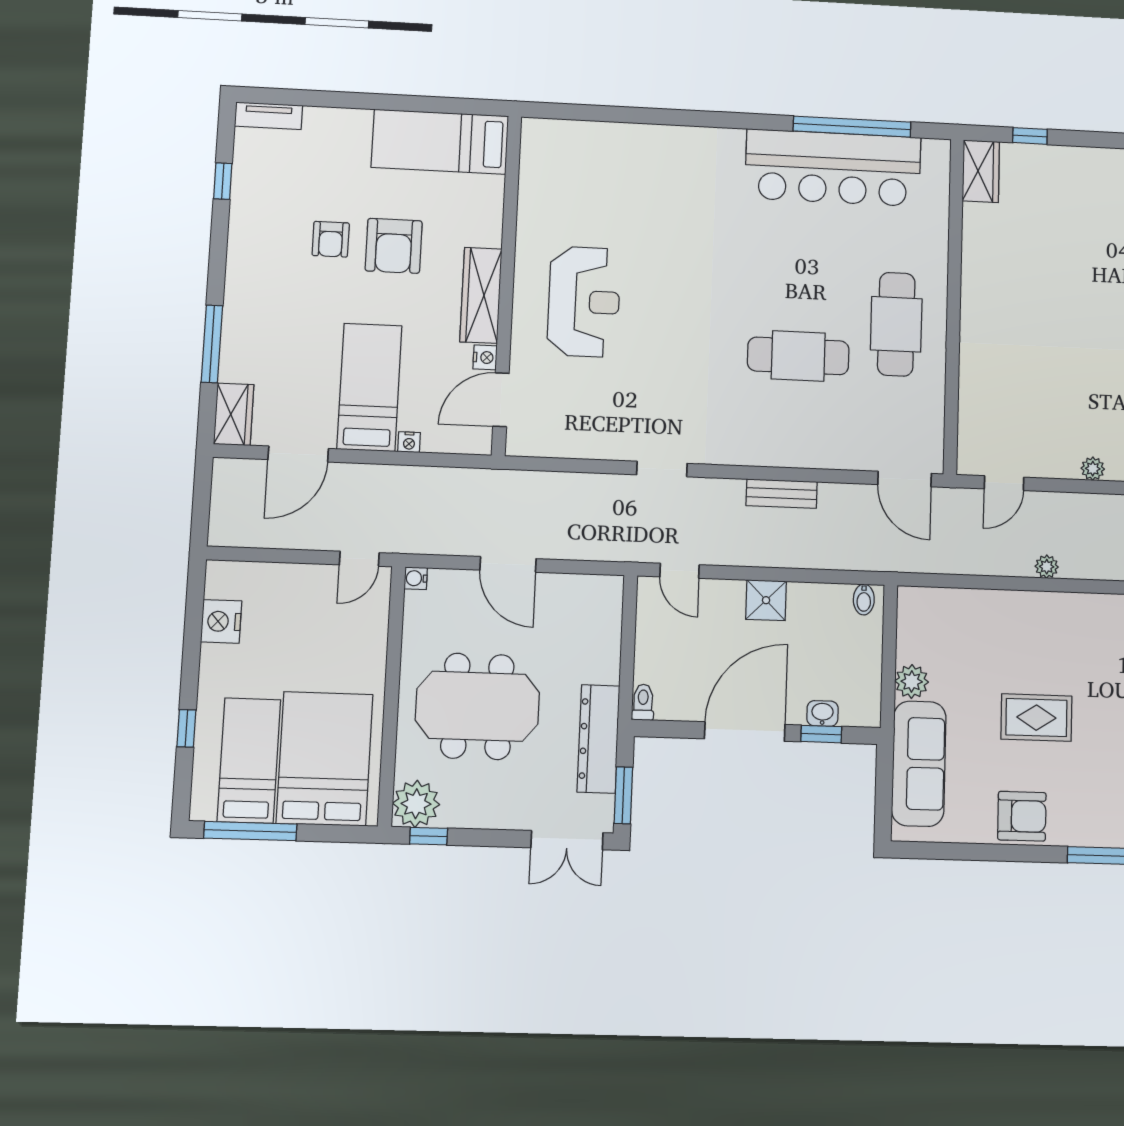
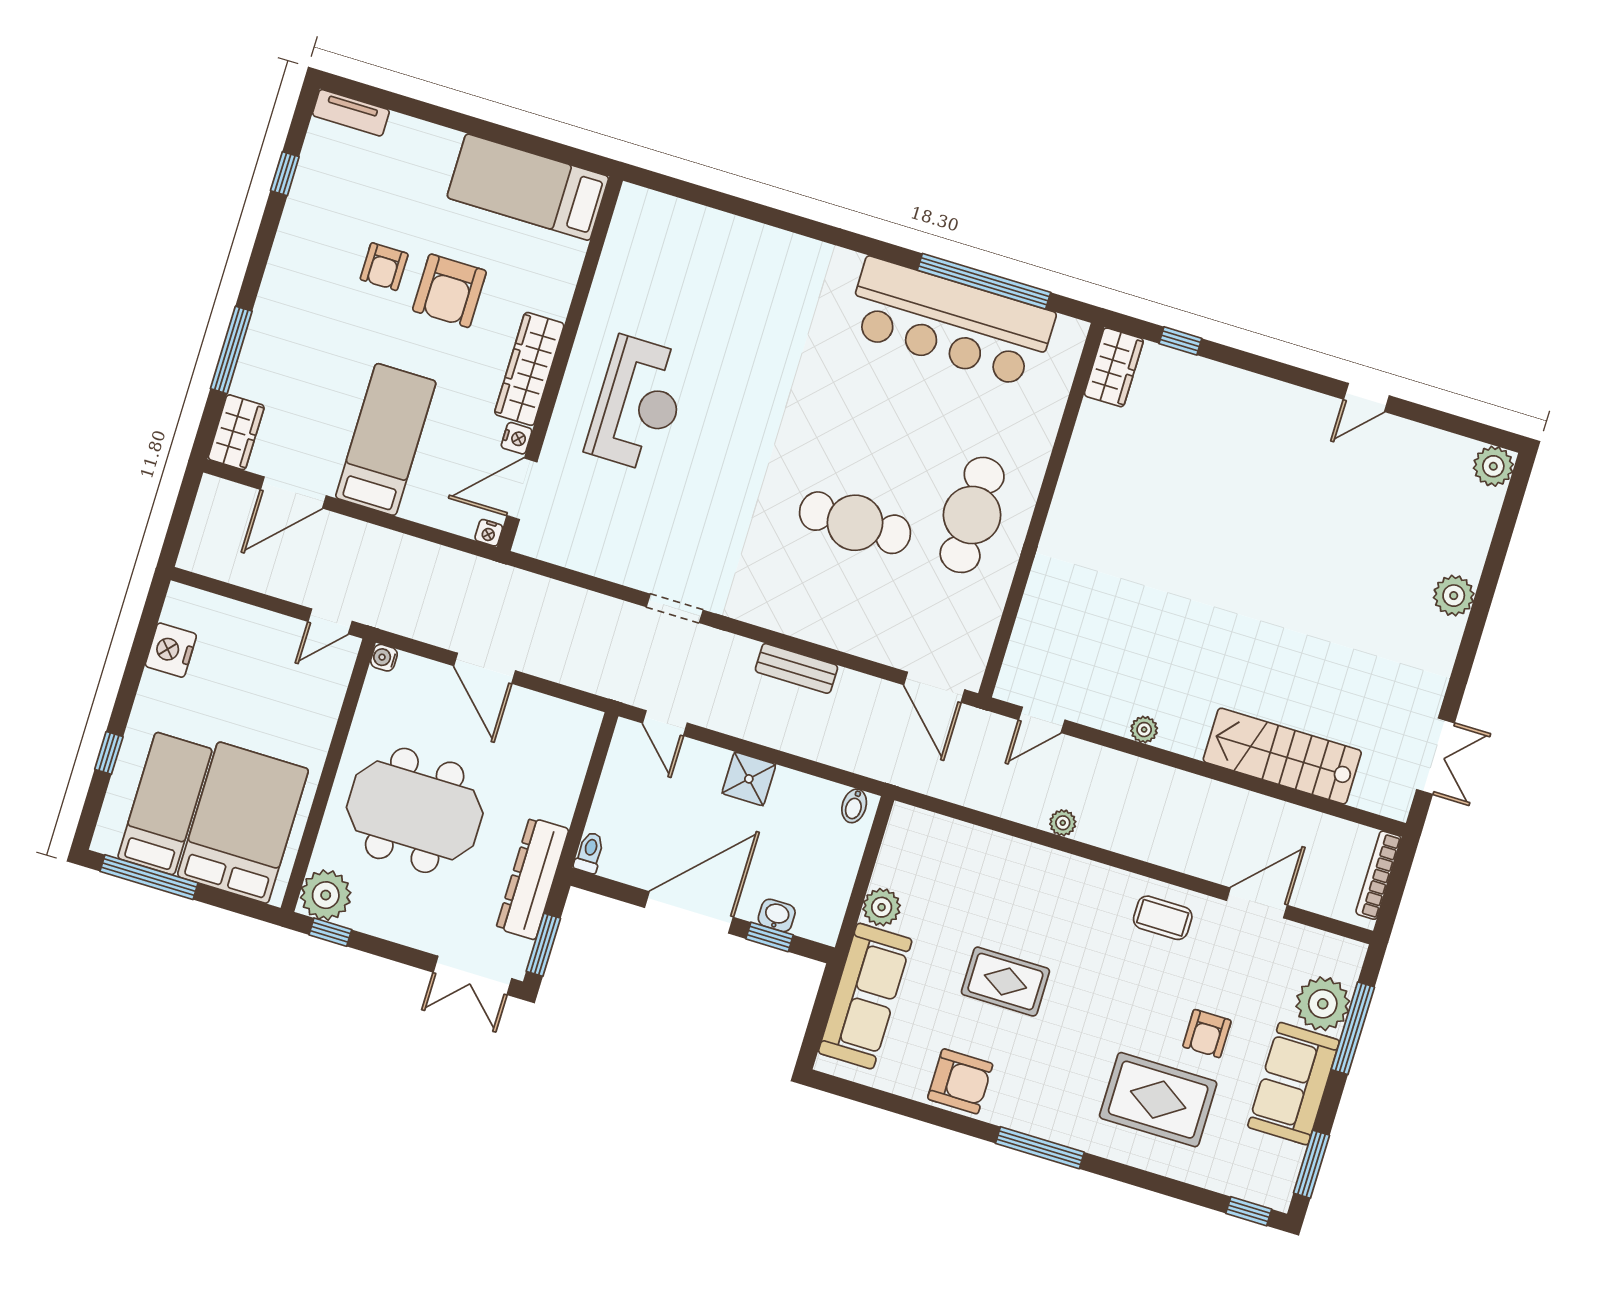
nightstand: (409, 442) -> (489, 533), moved

